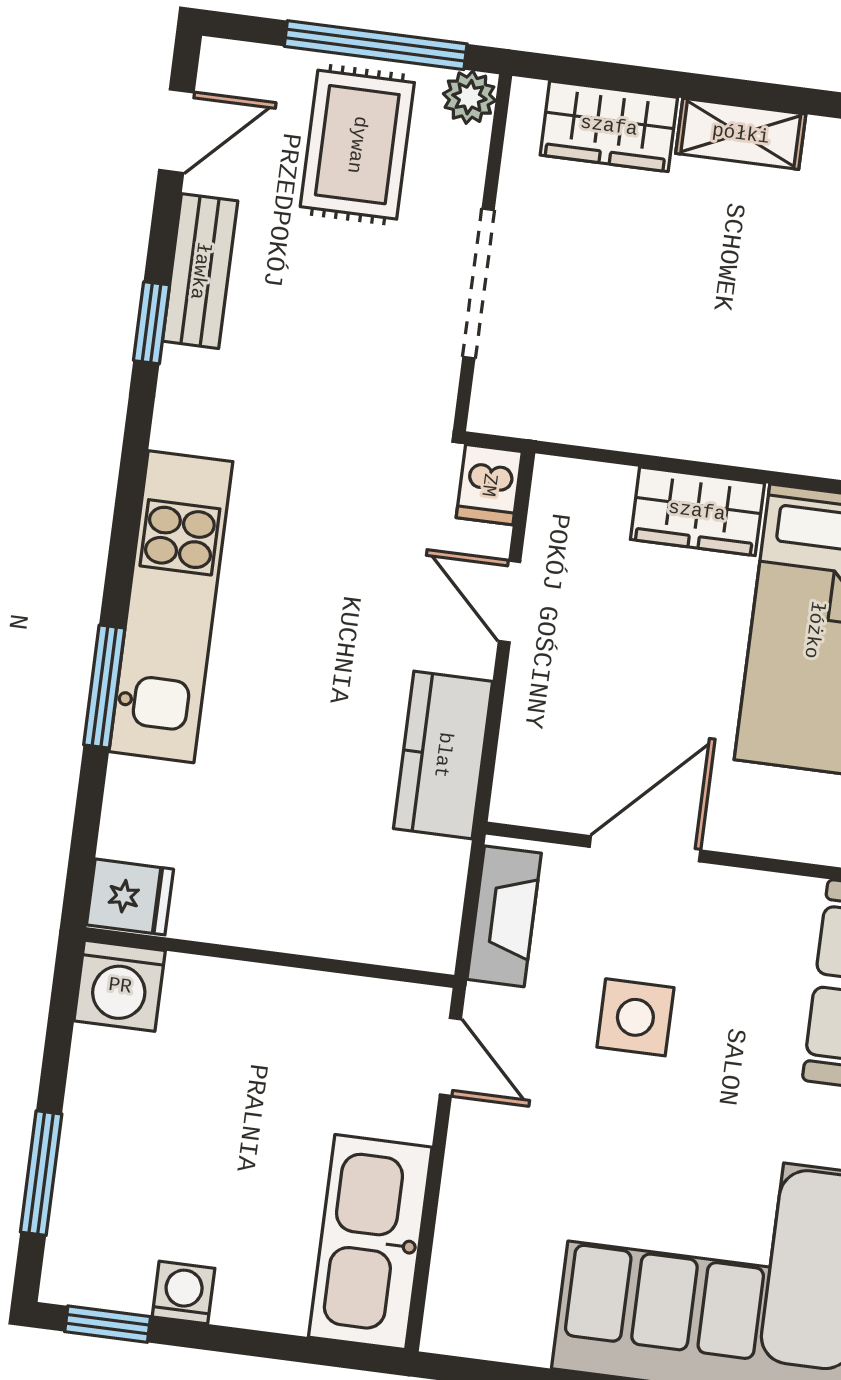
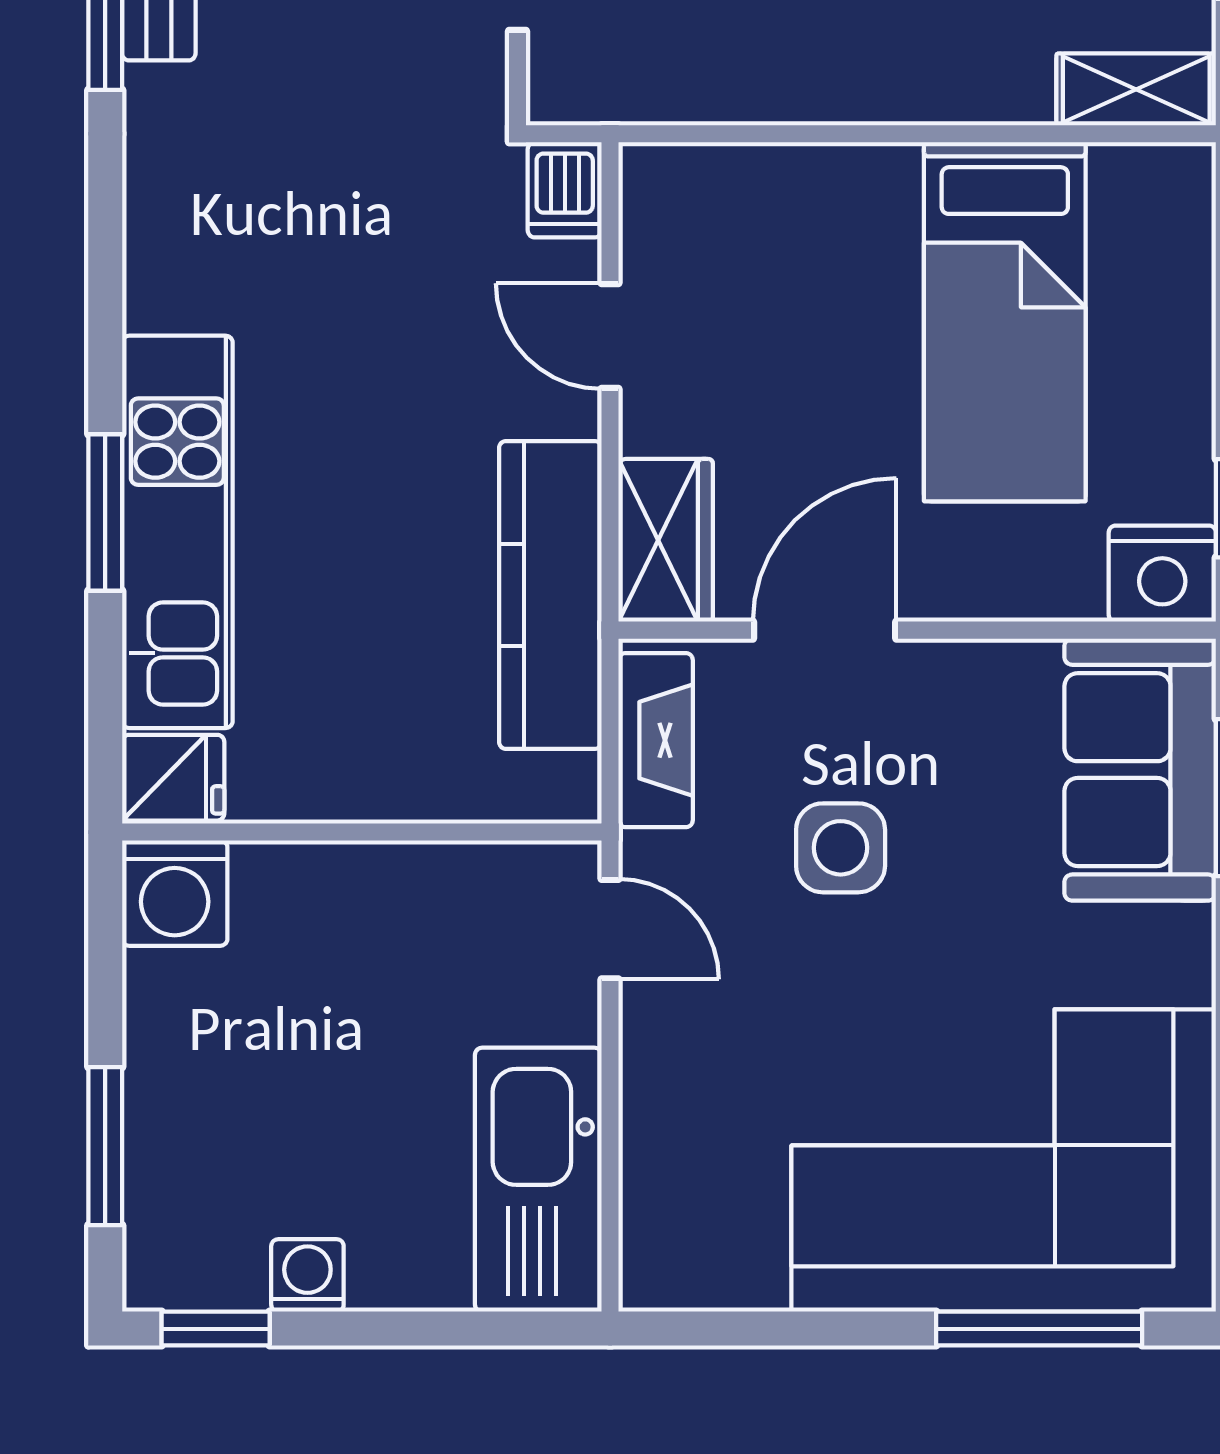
wardrobe: (697, 511) -> (666, 540), moved, turned -90
kitchen unit: (171, 607) -> (177, 532), moved
kitchen counter: (443, 755) -> (550, 595), width x1.50

